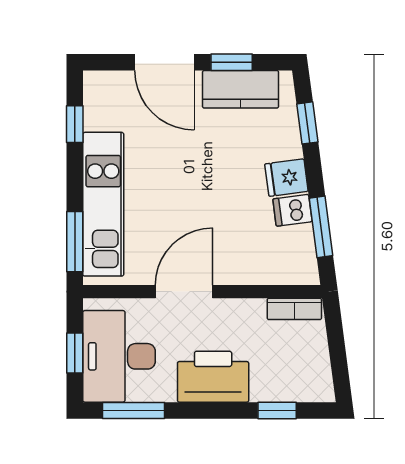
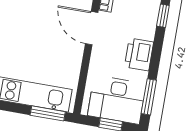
door: (184, 292) -> (92, 28), moved
printer: (213, 377) -> (139, 54), width x0.73, depth x0.84

